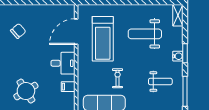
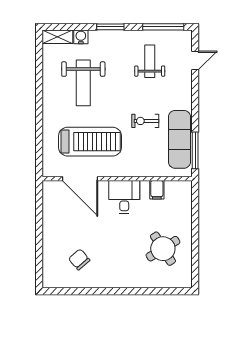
water cooler: (178, 56) -> (81, 37), moved

